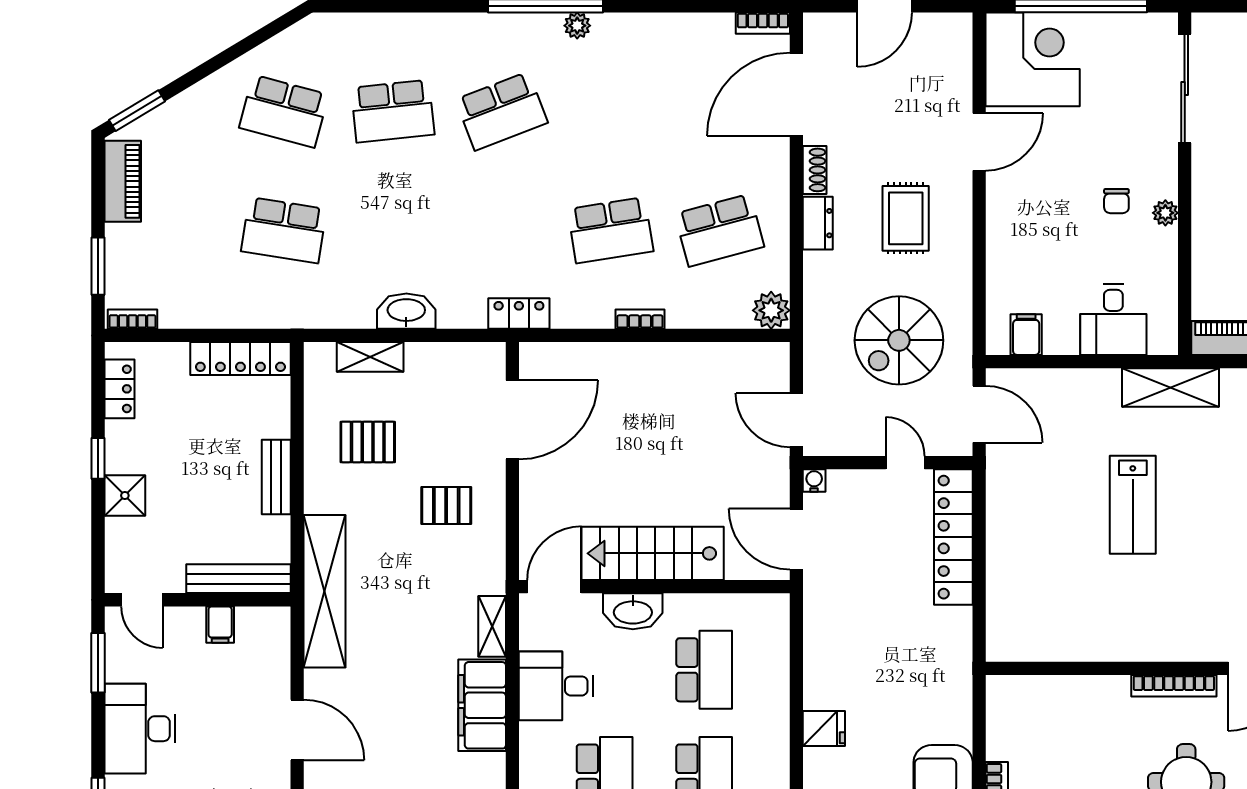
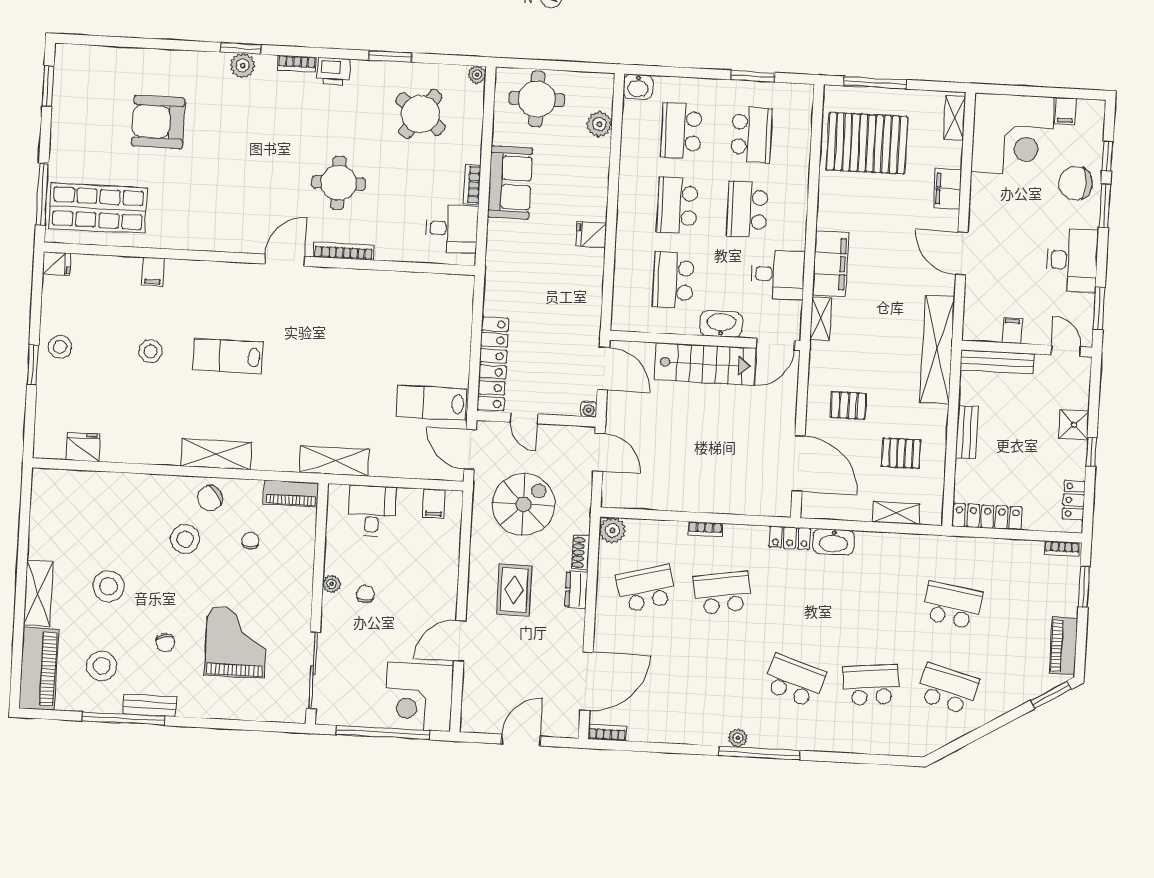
school desk: (502, 111) -> (794, 681), turned 39
shoe rack: (815, 170) -> (581, 553), moved
washbasin: (406, 311) -> (834, 542), moved
door: (512, 420) -> (798, 463), swing flipped
lab bench: (1133, 505) -> (431, 403), moved, turned -90
desk: (1022, 725) -> (452, 229), added

